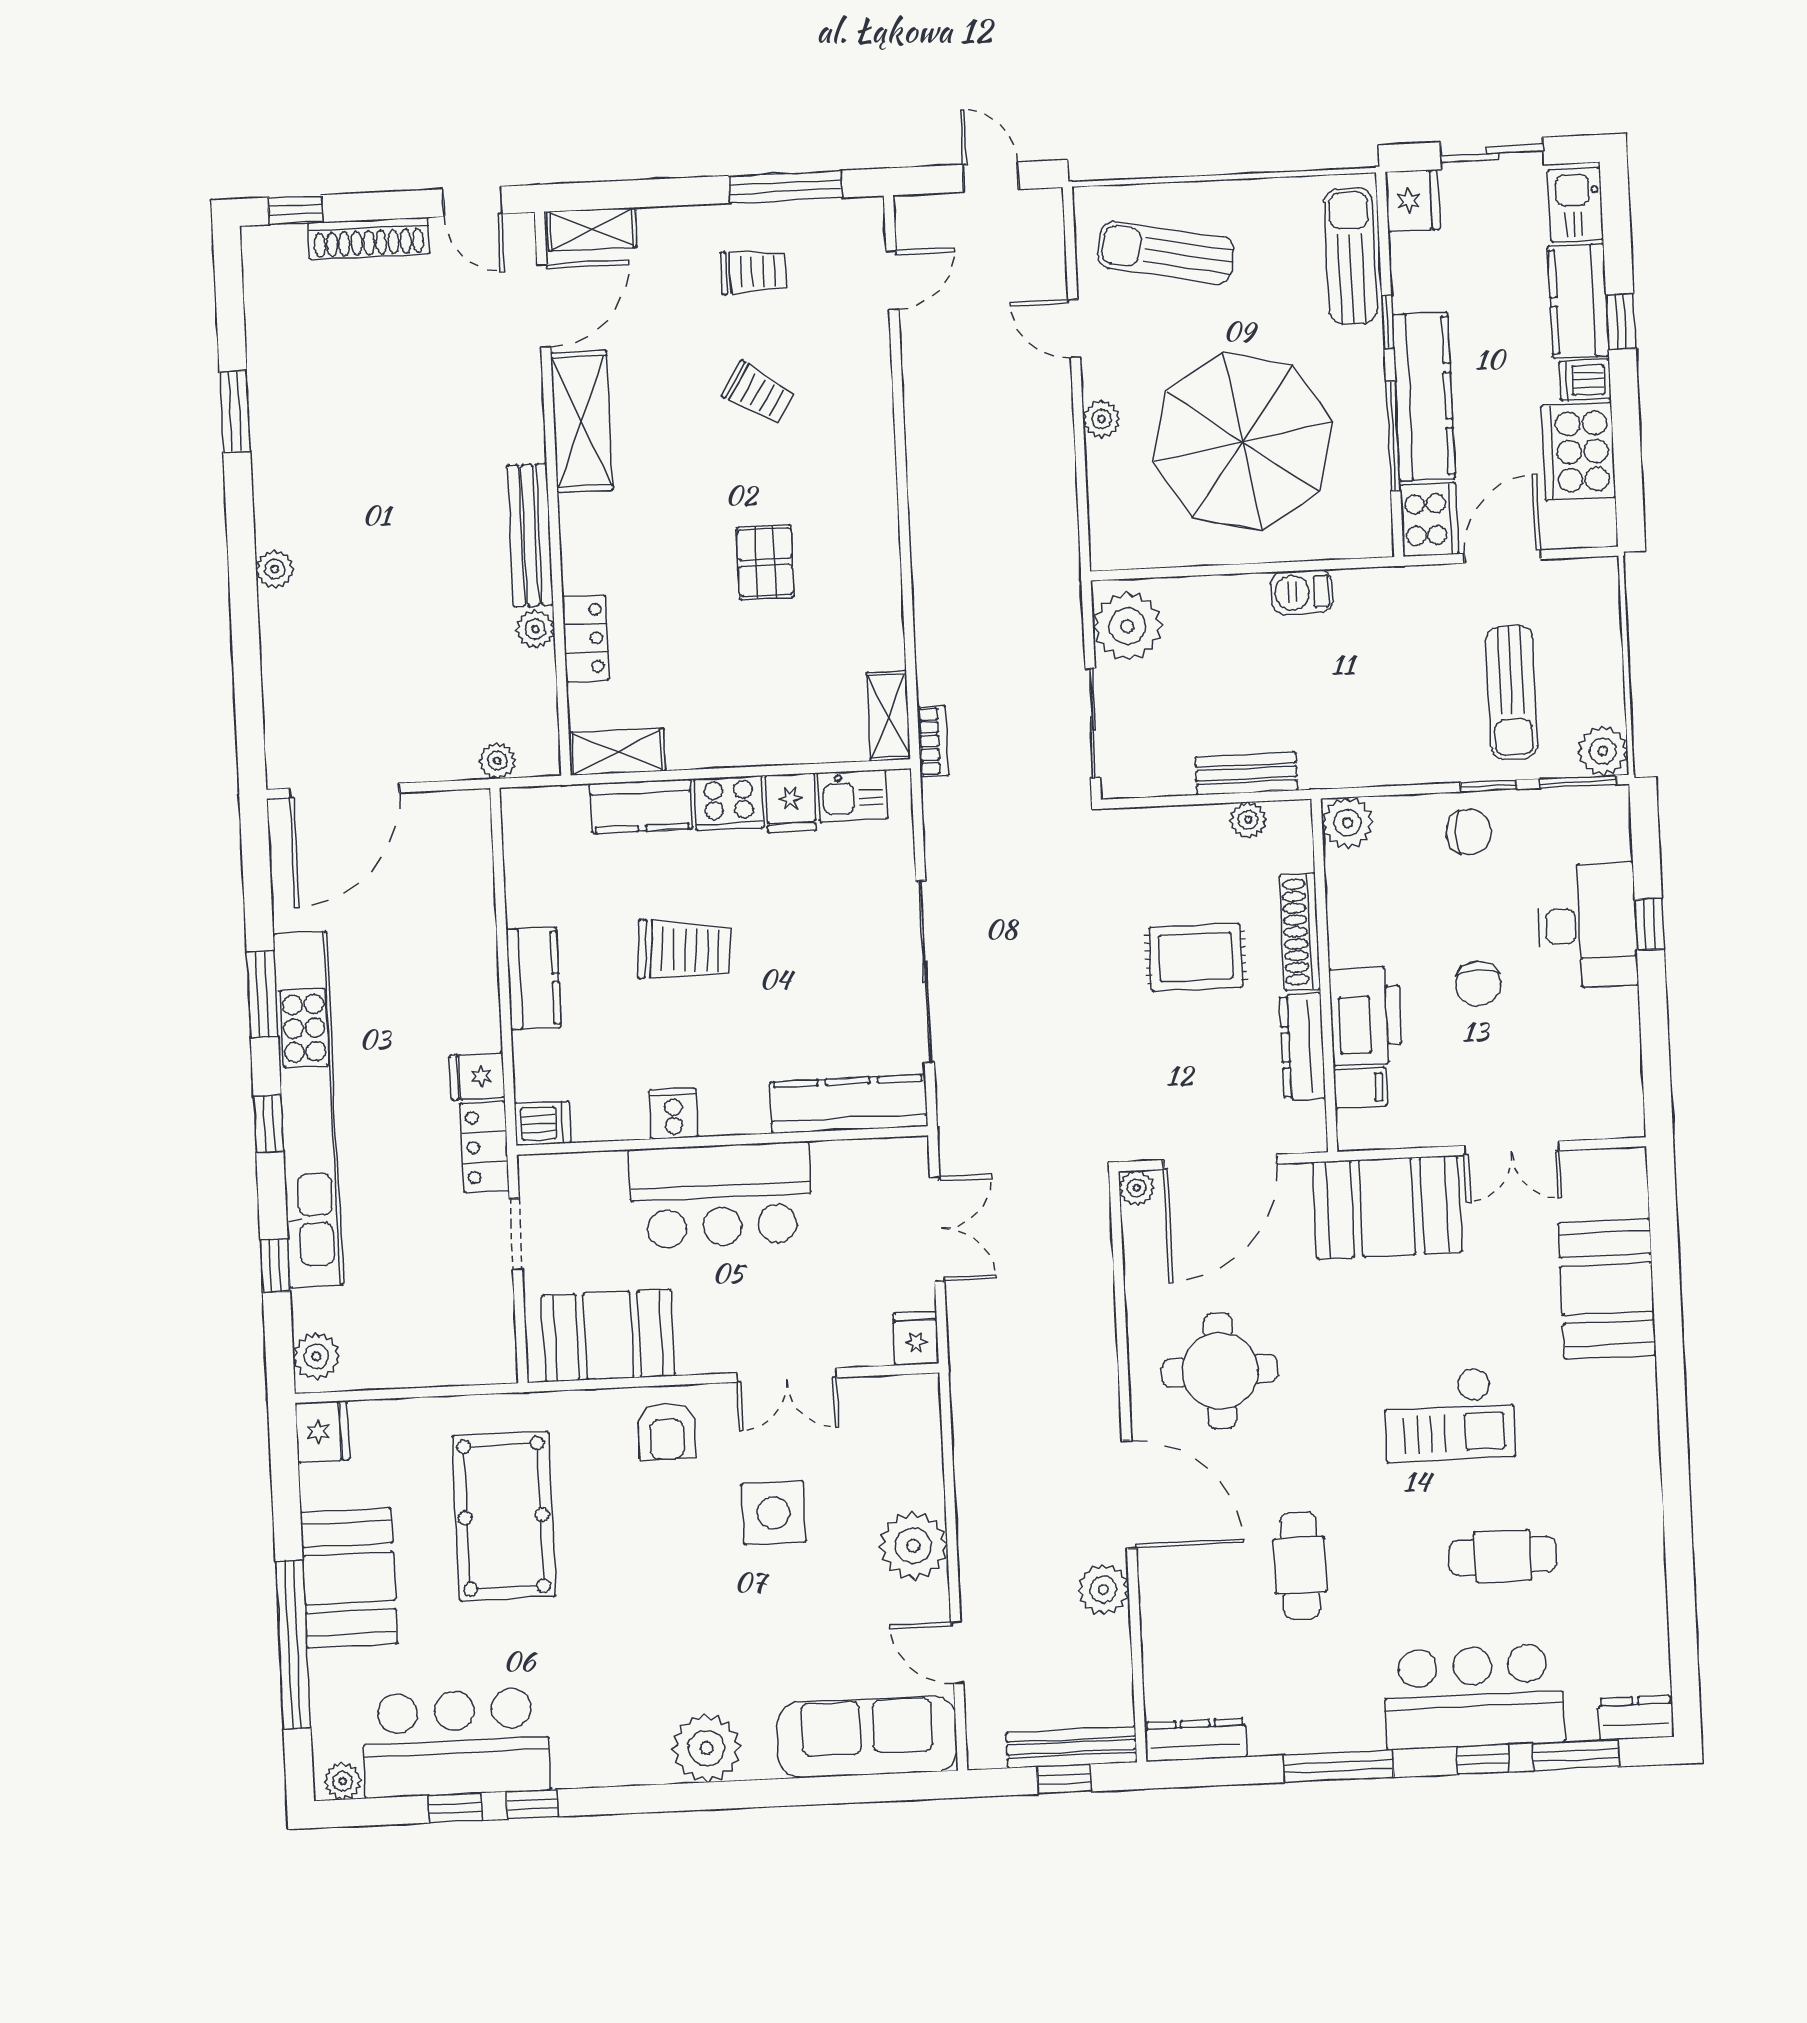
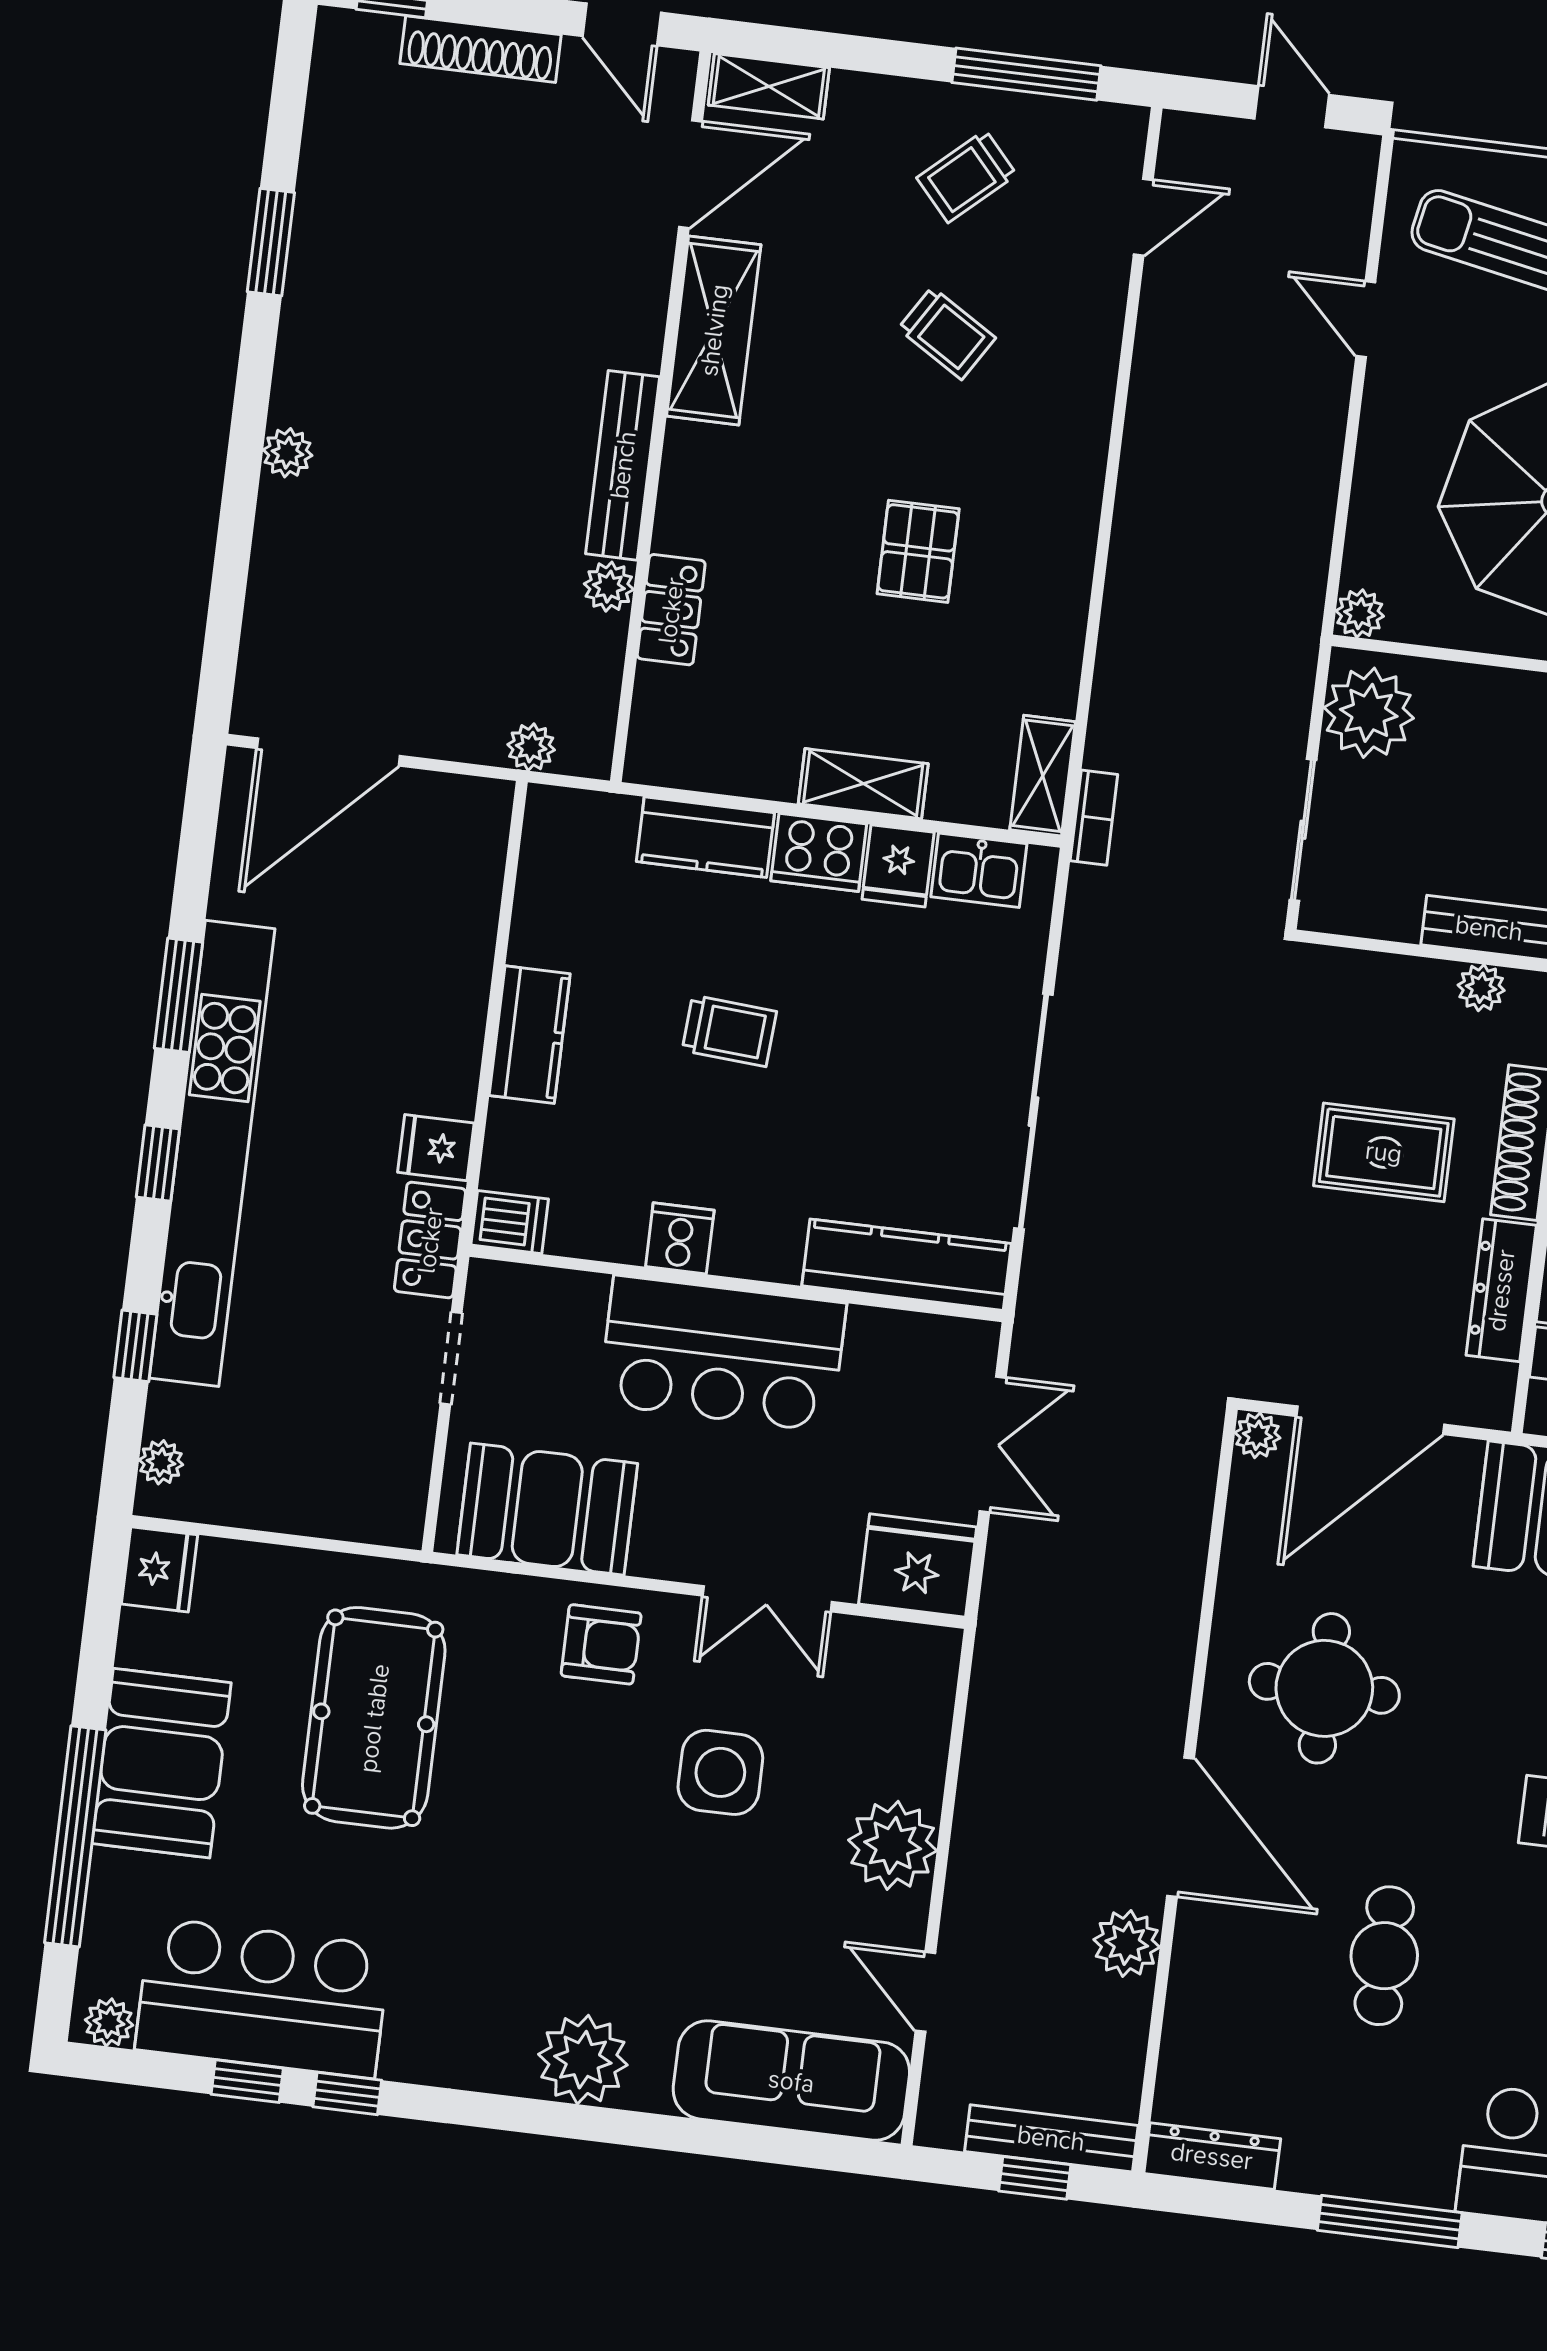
trolley: (753, 272) -> (967, 176), turned 138
plant: (1101, 419) -> (1360, 613), moved
shelving: (617, 752) -> (863, 784), moved
trolley: (684, 950) -> (729, 1031), width x0.73, depth x0.72
fridge: (916, 1338) -> (918, 1565), width x1.88, depth x1.34
plant: (316, 1356) -> (161, 1462), width x0.73, depth x0.73
armchair: (667, 1431) -> (601, 1644), turned -90

